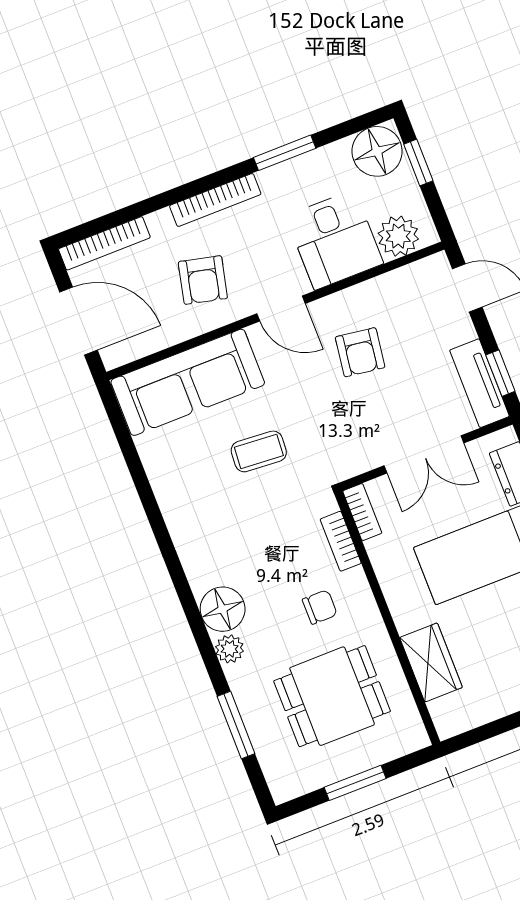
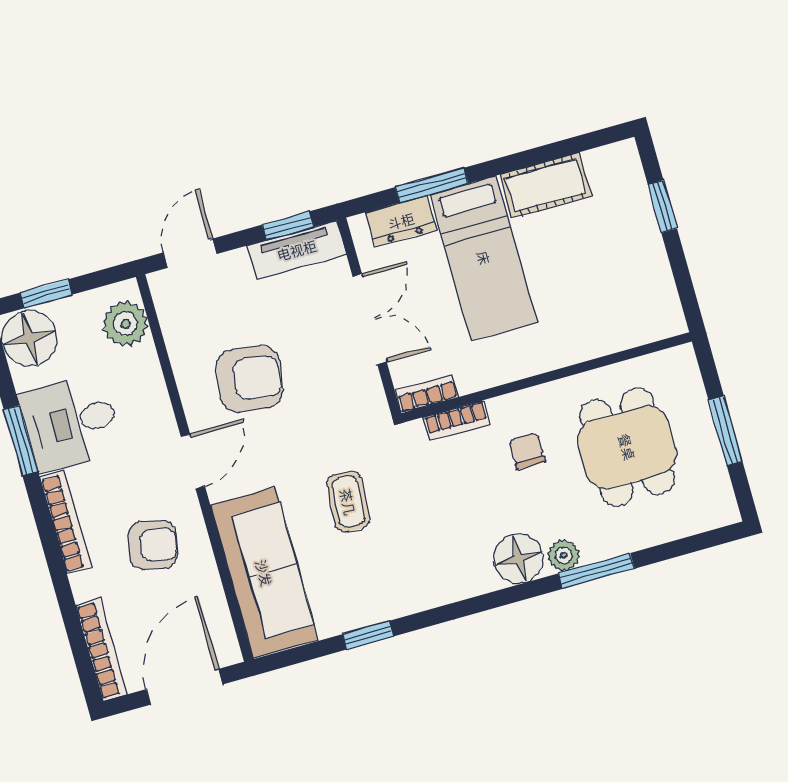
desk: (335, 240) -> (71, 423), moved, turned 180
armchair: (360, 352) -> (250, 379), width x1.38, depth x1.38
window: (141, 481) -> (368, 635), added
wardrobe: (431, 662) -> (600, 334), removed
window: (236, 725) -> (596, 571), moved

